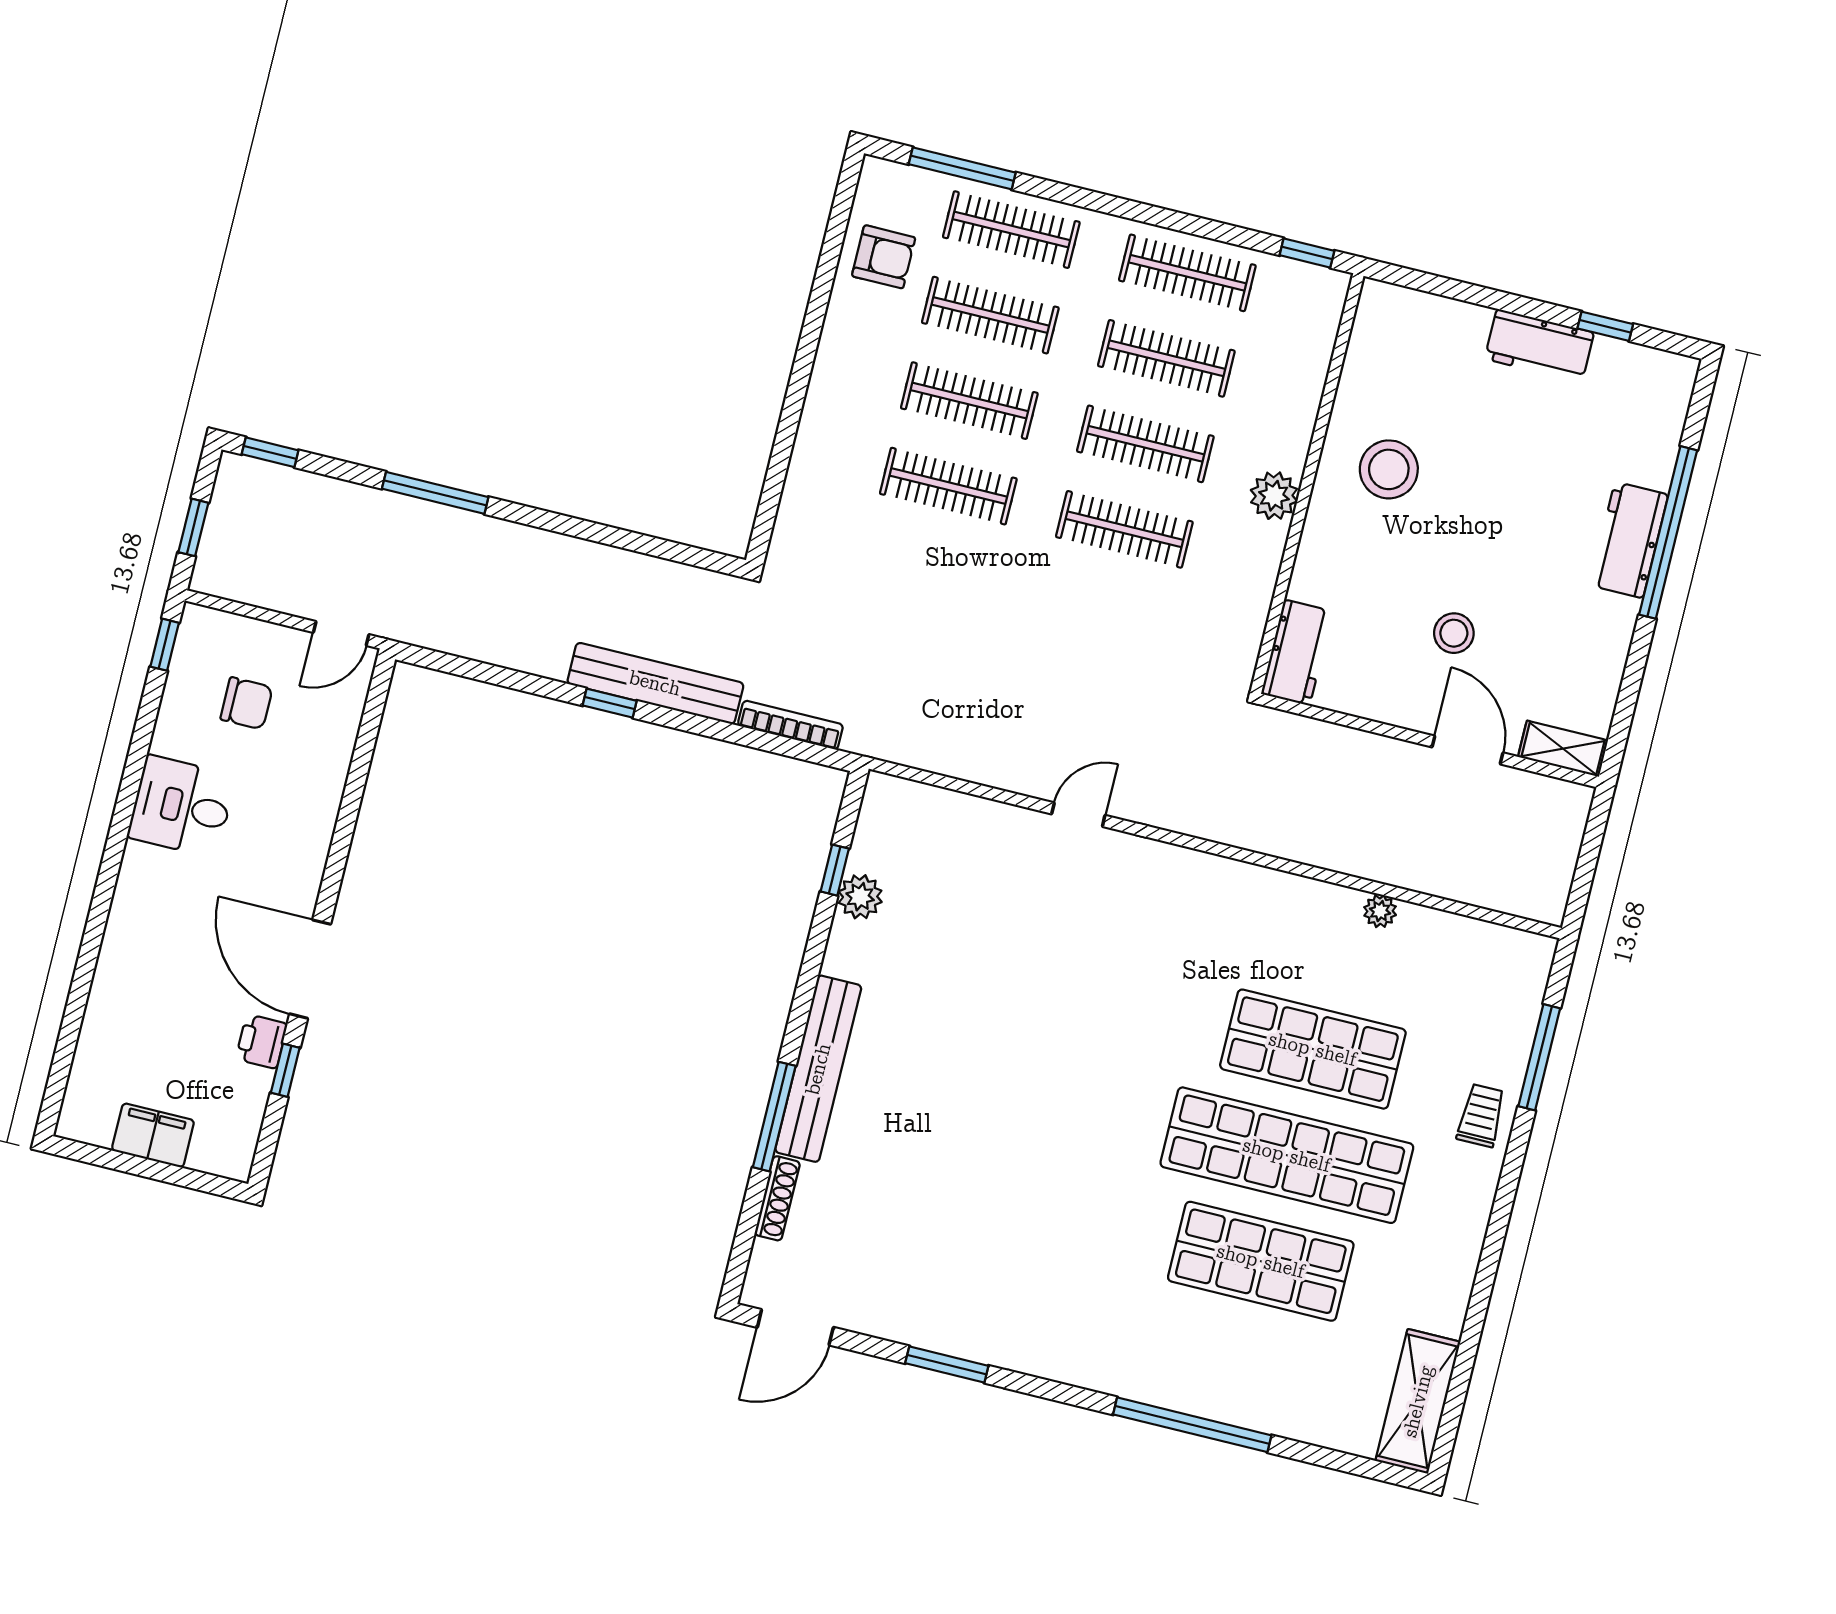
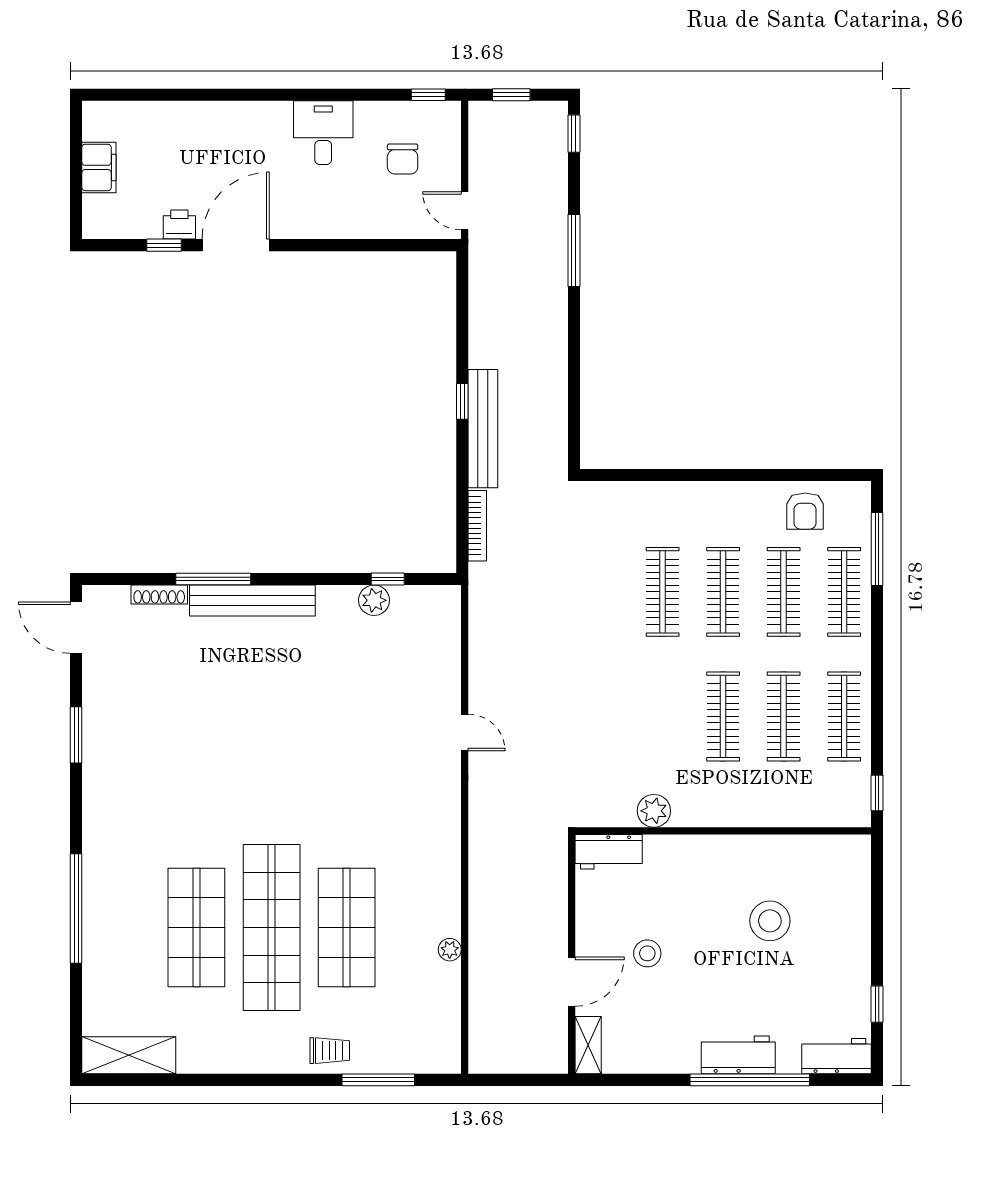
workbench: (1539, 346) -> (837, 1056), moved, turned 90
stool: (1389, 469) -> (770, 921), moved
plant: (1274, 496) -> (654, 811), moved
clothes rail: (1124, 529) -> (663, 716), removed

